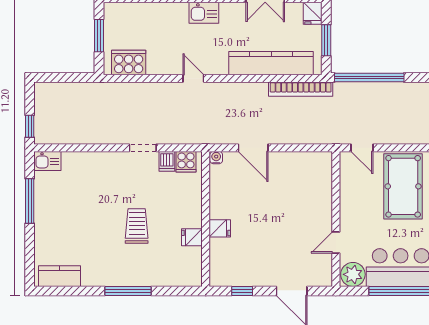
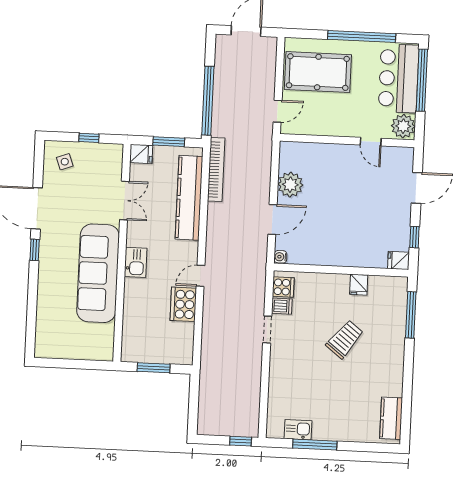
cooker: (129, 62) -> (183, 304), moved
kitchen sink: (47, 161) -> (298, 430), moved, turned -90
plant: (289, 164) -> (290, 185), added
trolley: (137, 226) -> (345, 339), turned 128
fridge: (220, 228) -> (398, 261), moved, turned -90
window: (128, 291) -> (411, 315), moved

